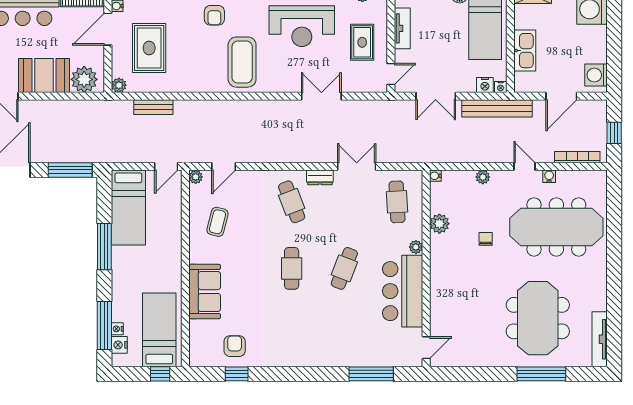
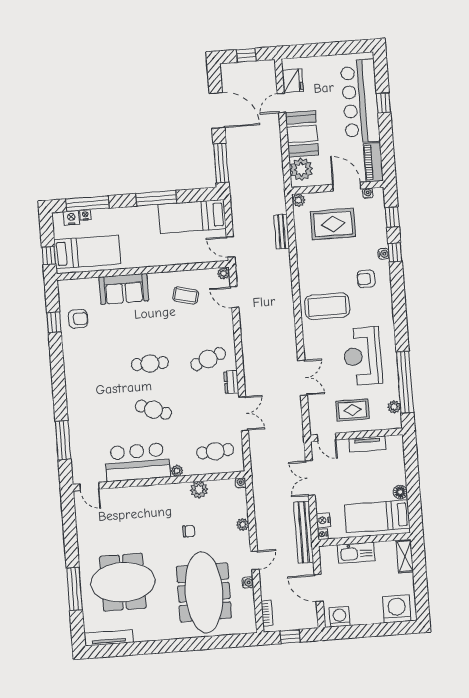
bookcase: (577, 157) -> (267, 613), width x0.64

